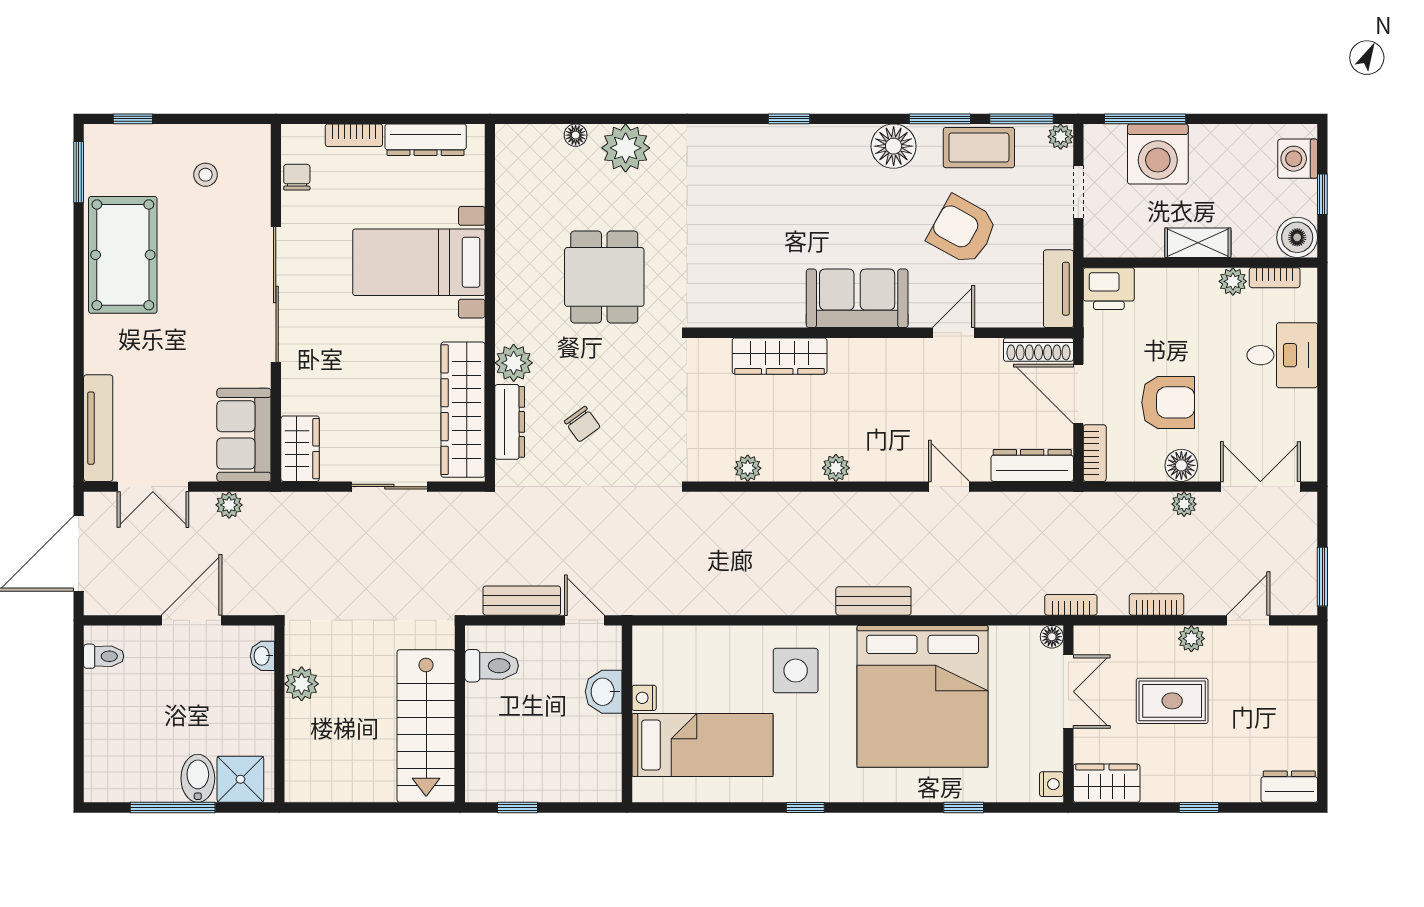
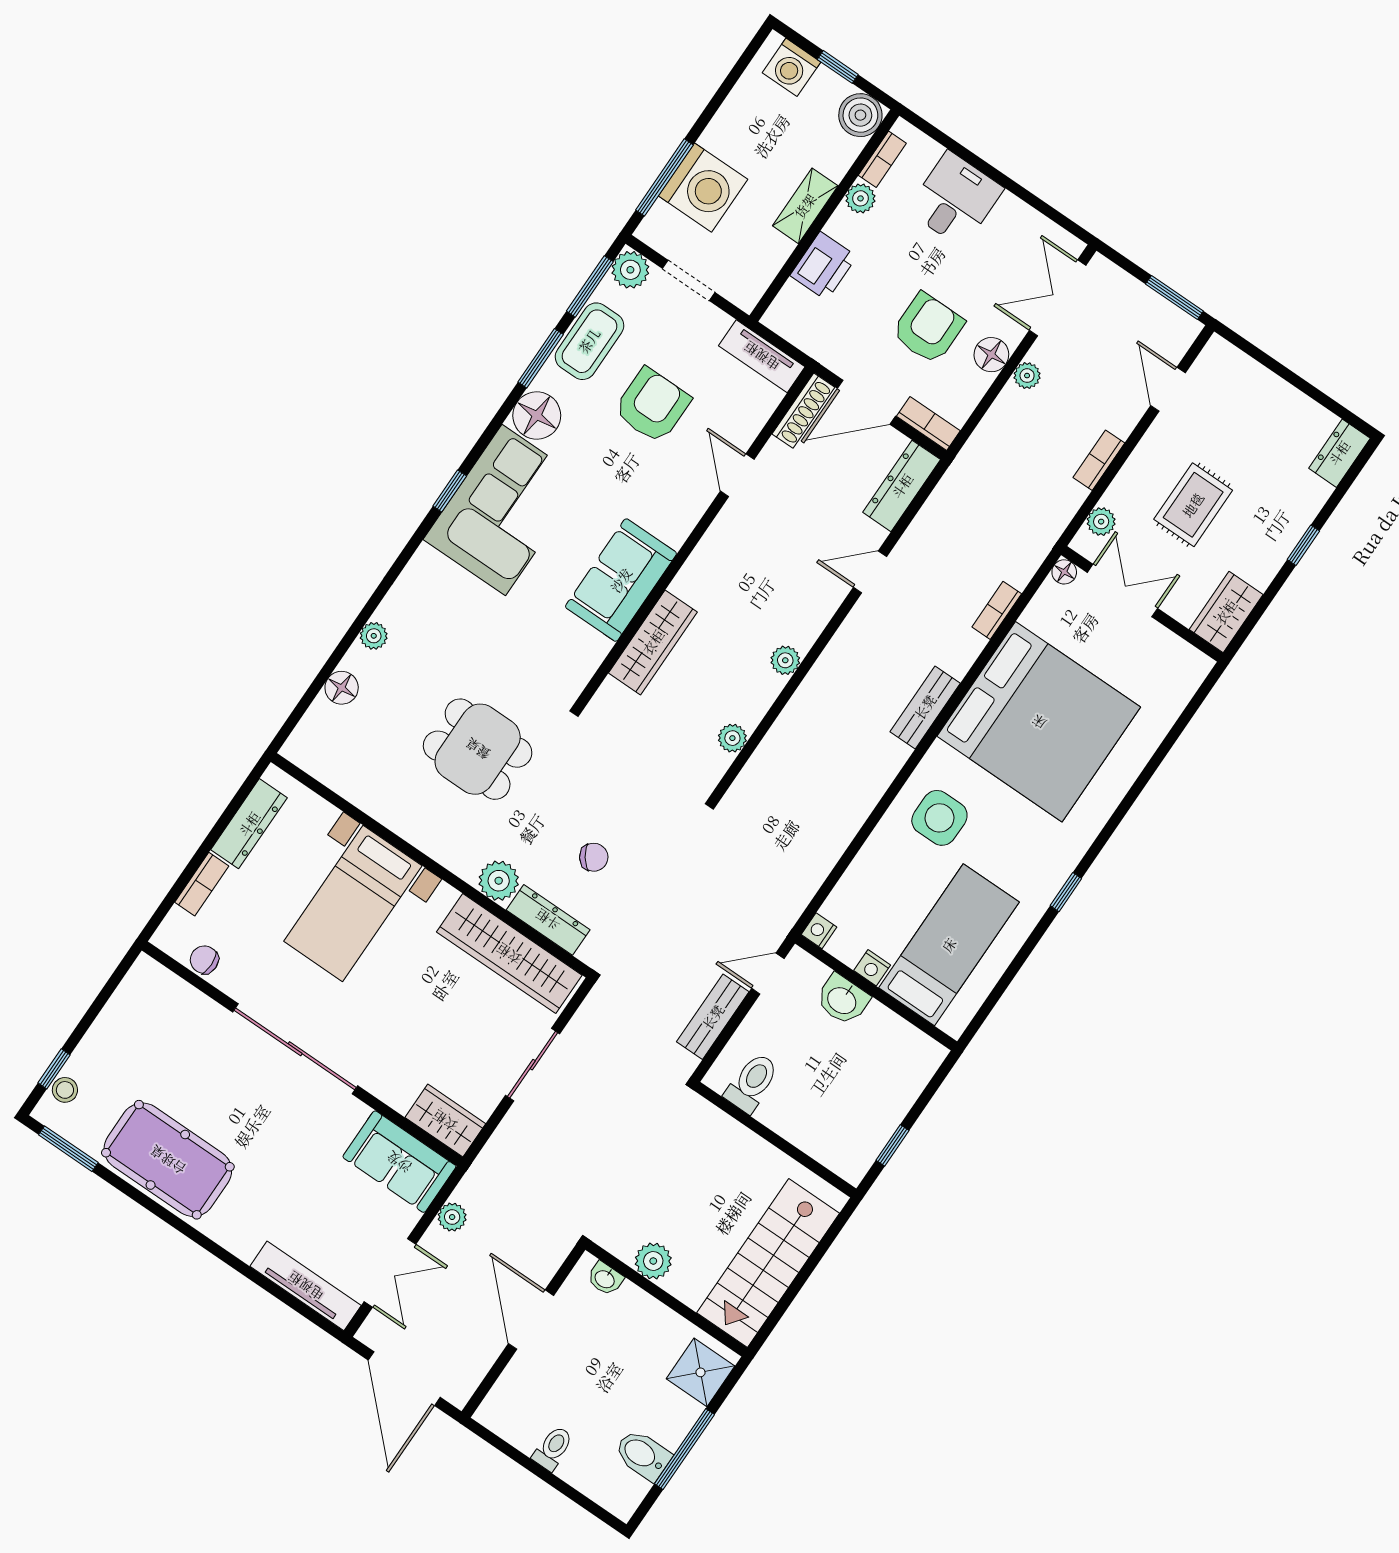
floor lamp: (576, 135) -> (342, 688), width x1.37, depth x1.37
plant: (1061, 137) -> (630, 270), width x1.38, depth x1.38
plant: (626, 148) -> (374, 636), width x0.53, depth x0.53
corner sofa: (803, 171) -> (504, 510), added
stool: (205, 175) -> (65, 1090), moved
armchair: (962, 230) -> (652, 405), turned 151
printer: (1109, 289) -> (823, 266), moved
sofa: (857, 298) -> (621, 580), moved
bookcase: (1071, 605) -> (997, 610), moved
plant: (1191, 639) -> (1101, 522), moved
toilet: (104, 656) -> (553, 1448), moved
stairs: (426, 726) -> (768, 1263), moved, turned 90
bidet: (198, 778) -> (643, 1455), moved
nightstand: (1051, 784) -> (819, 931), moved, turned -90
window: (964, 807) -> (1161, 753), removed

